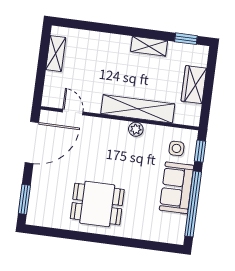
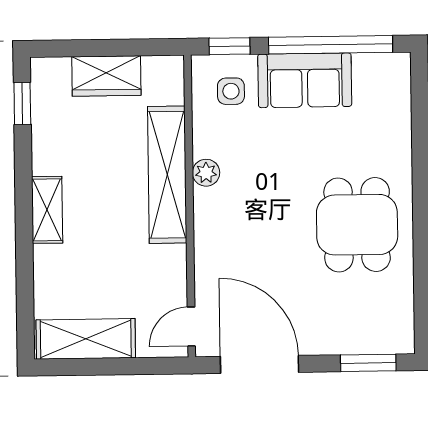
shelving: (149, 46) -> (47, 210), moved
shelving: (56, 54) -> (86, 339), width x1.50, depth x1.33
door: (73, 112) -> (191, 327), moved

